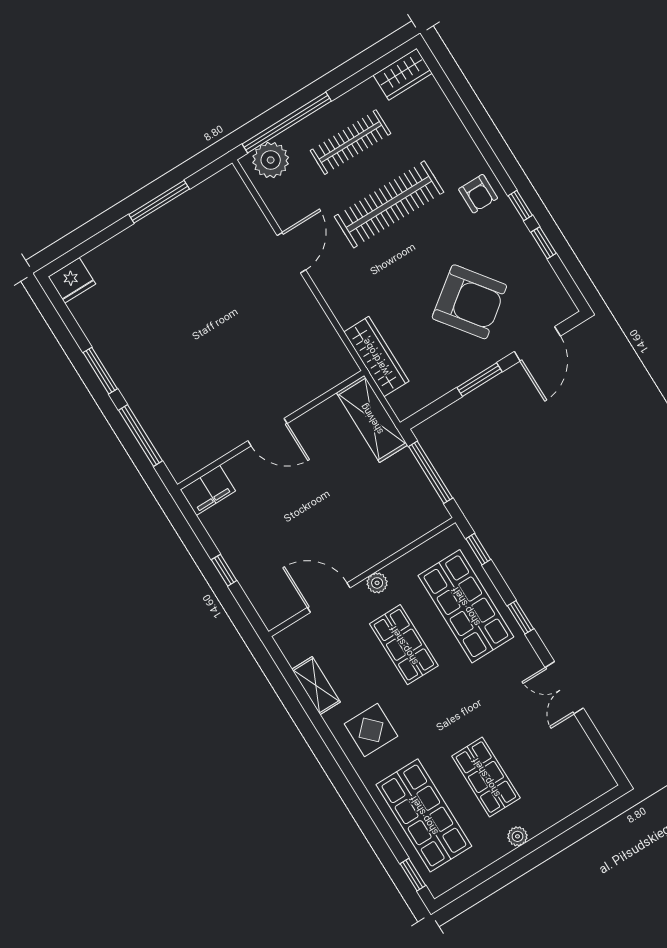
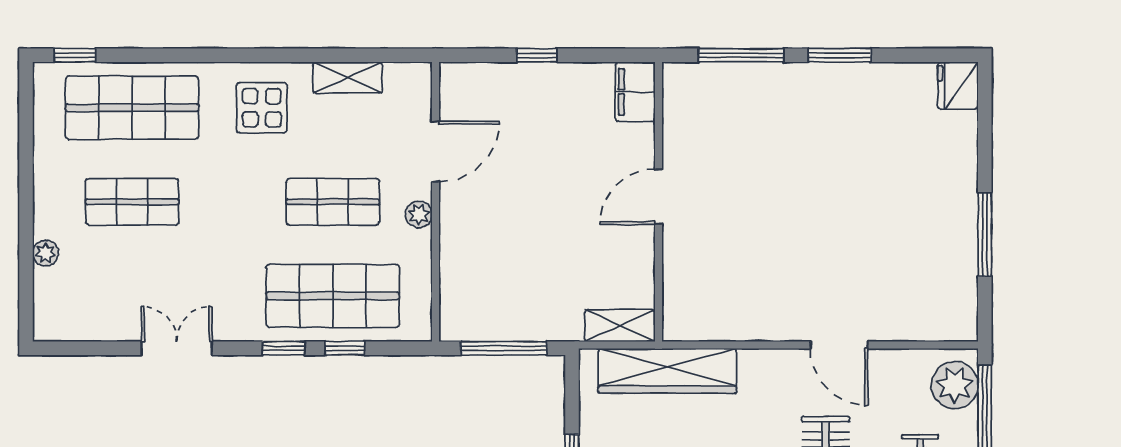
wardrobe: (376, 357) -> (667, 371), width x1.40, depth x1.17
shelving: (372, 419) -> (620, 326), width x0.67, depth x0.75
window: (478, 549) -> (345, 348), moved
plant: (517, 836) -> (46, 253), moved

